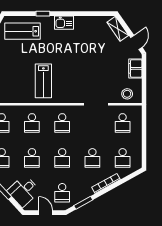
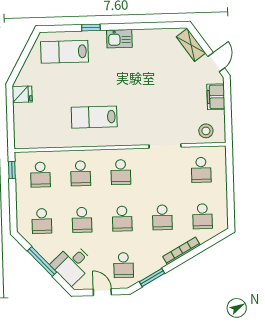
lab bench: (43, 81) -> (94, 117), turned 90

